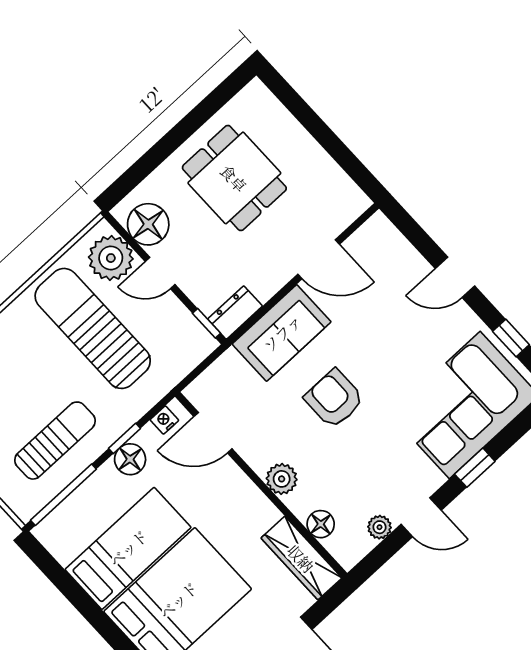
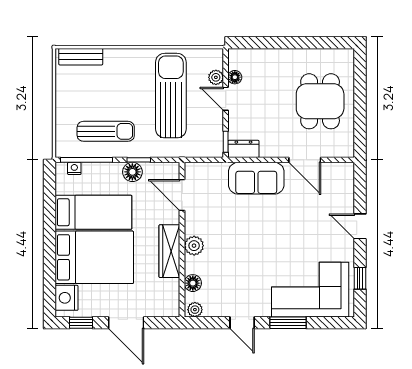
dining table: (234, 178) -> (320, 101), moved
floor lamp: (148, 224) -> (235, 77), width x0.53, depth x0.53
plant: (111, 258) -> (216, 77), width x0.53, depth x0.53
armchair: (334, 399) -> (252, 231), removed
nightstand: (164, 420) -> (74, 168), moved
window: (475, 468) -> (288, 323), width x1.50
plant: (380, 527) -> (195, 310), moved
wardrobe: (301, 558) -> (169, 251), moved

